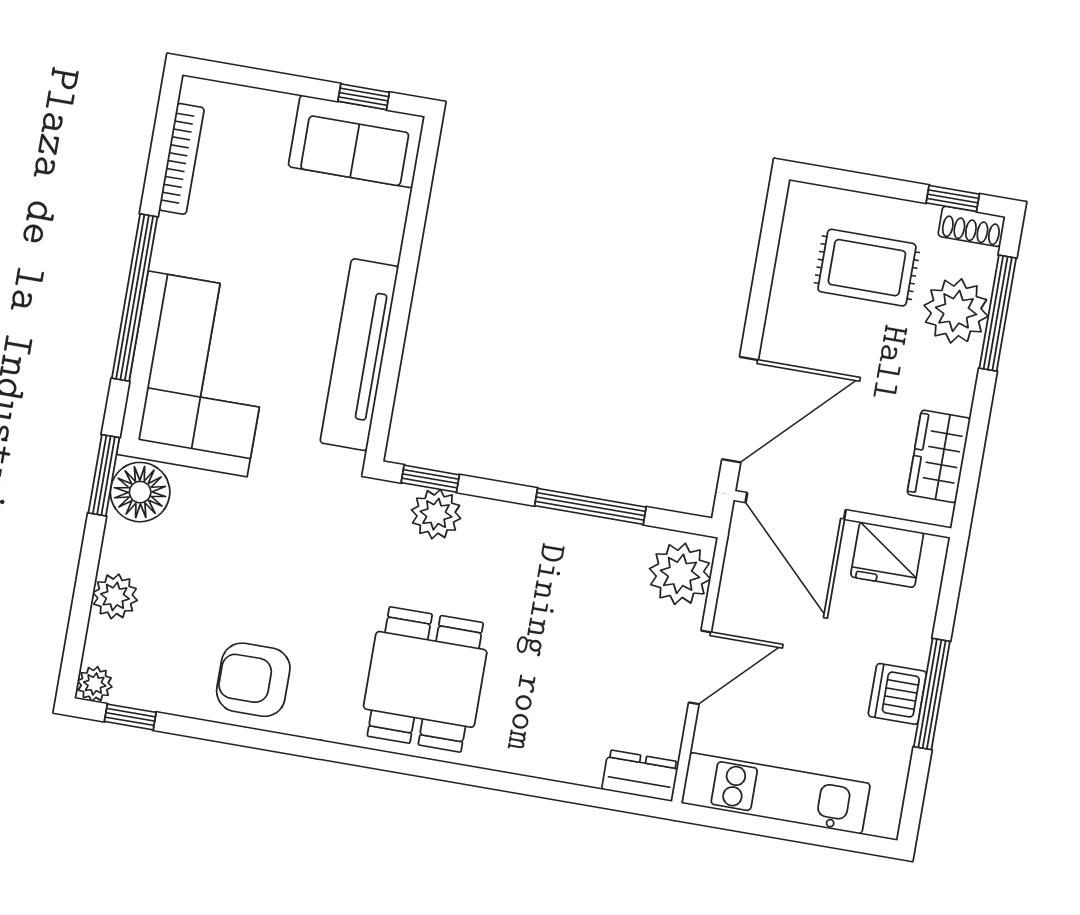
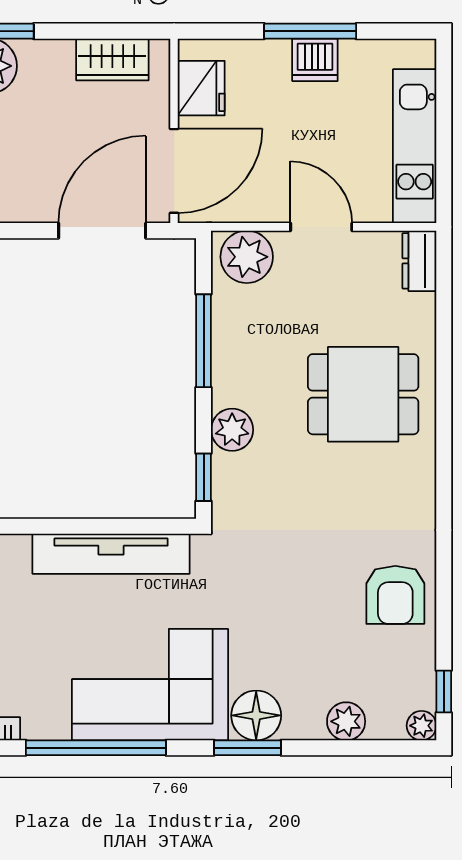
door: (740, 410) -> (102, 231), hinge flipped
plant: (436, 514) -> (232, 430), moved
dining table: (425, 679) -> (363, 394), moved

